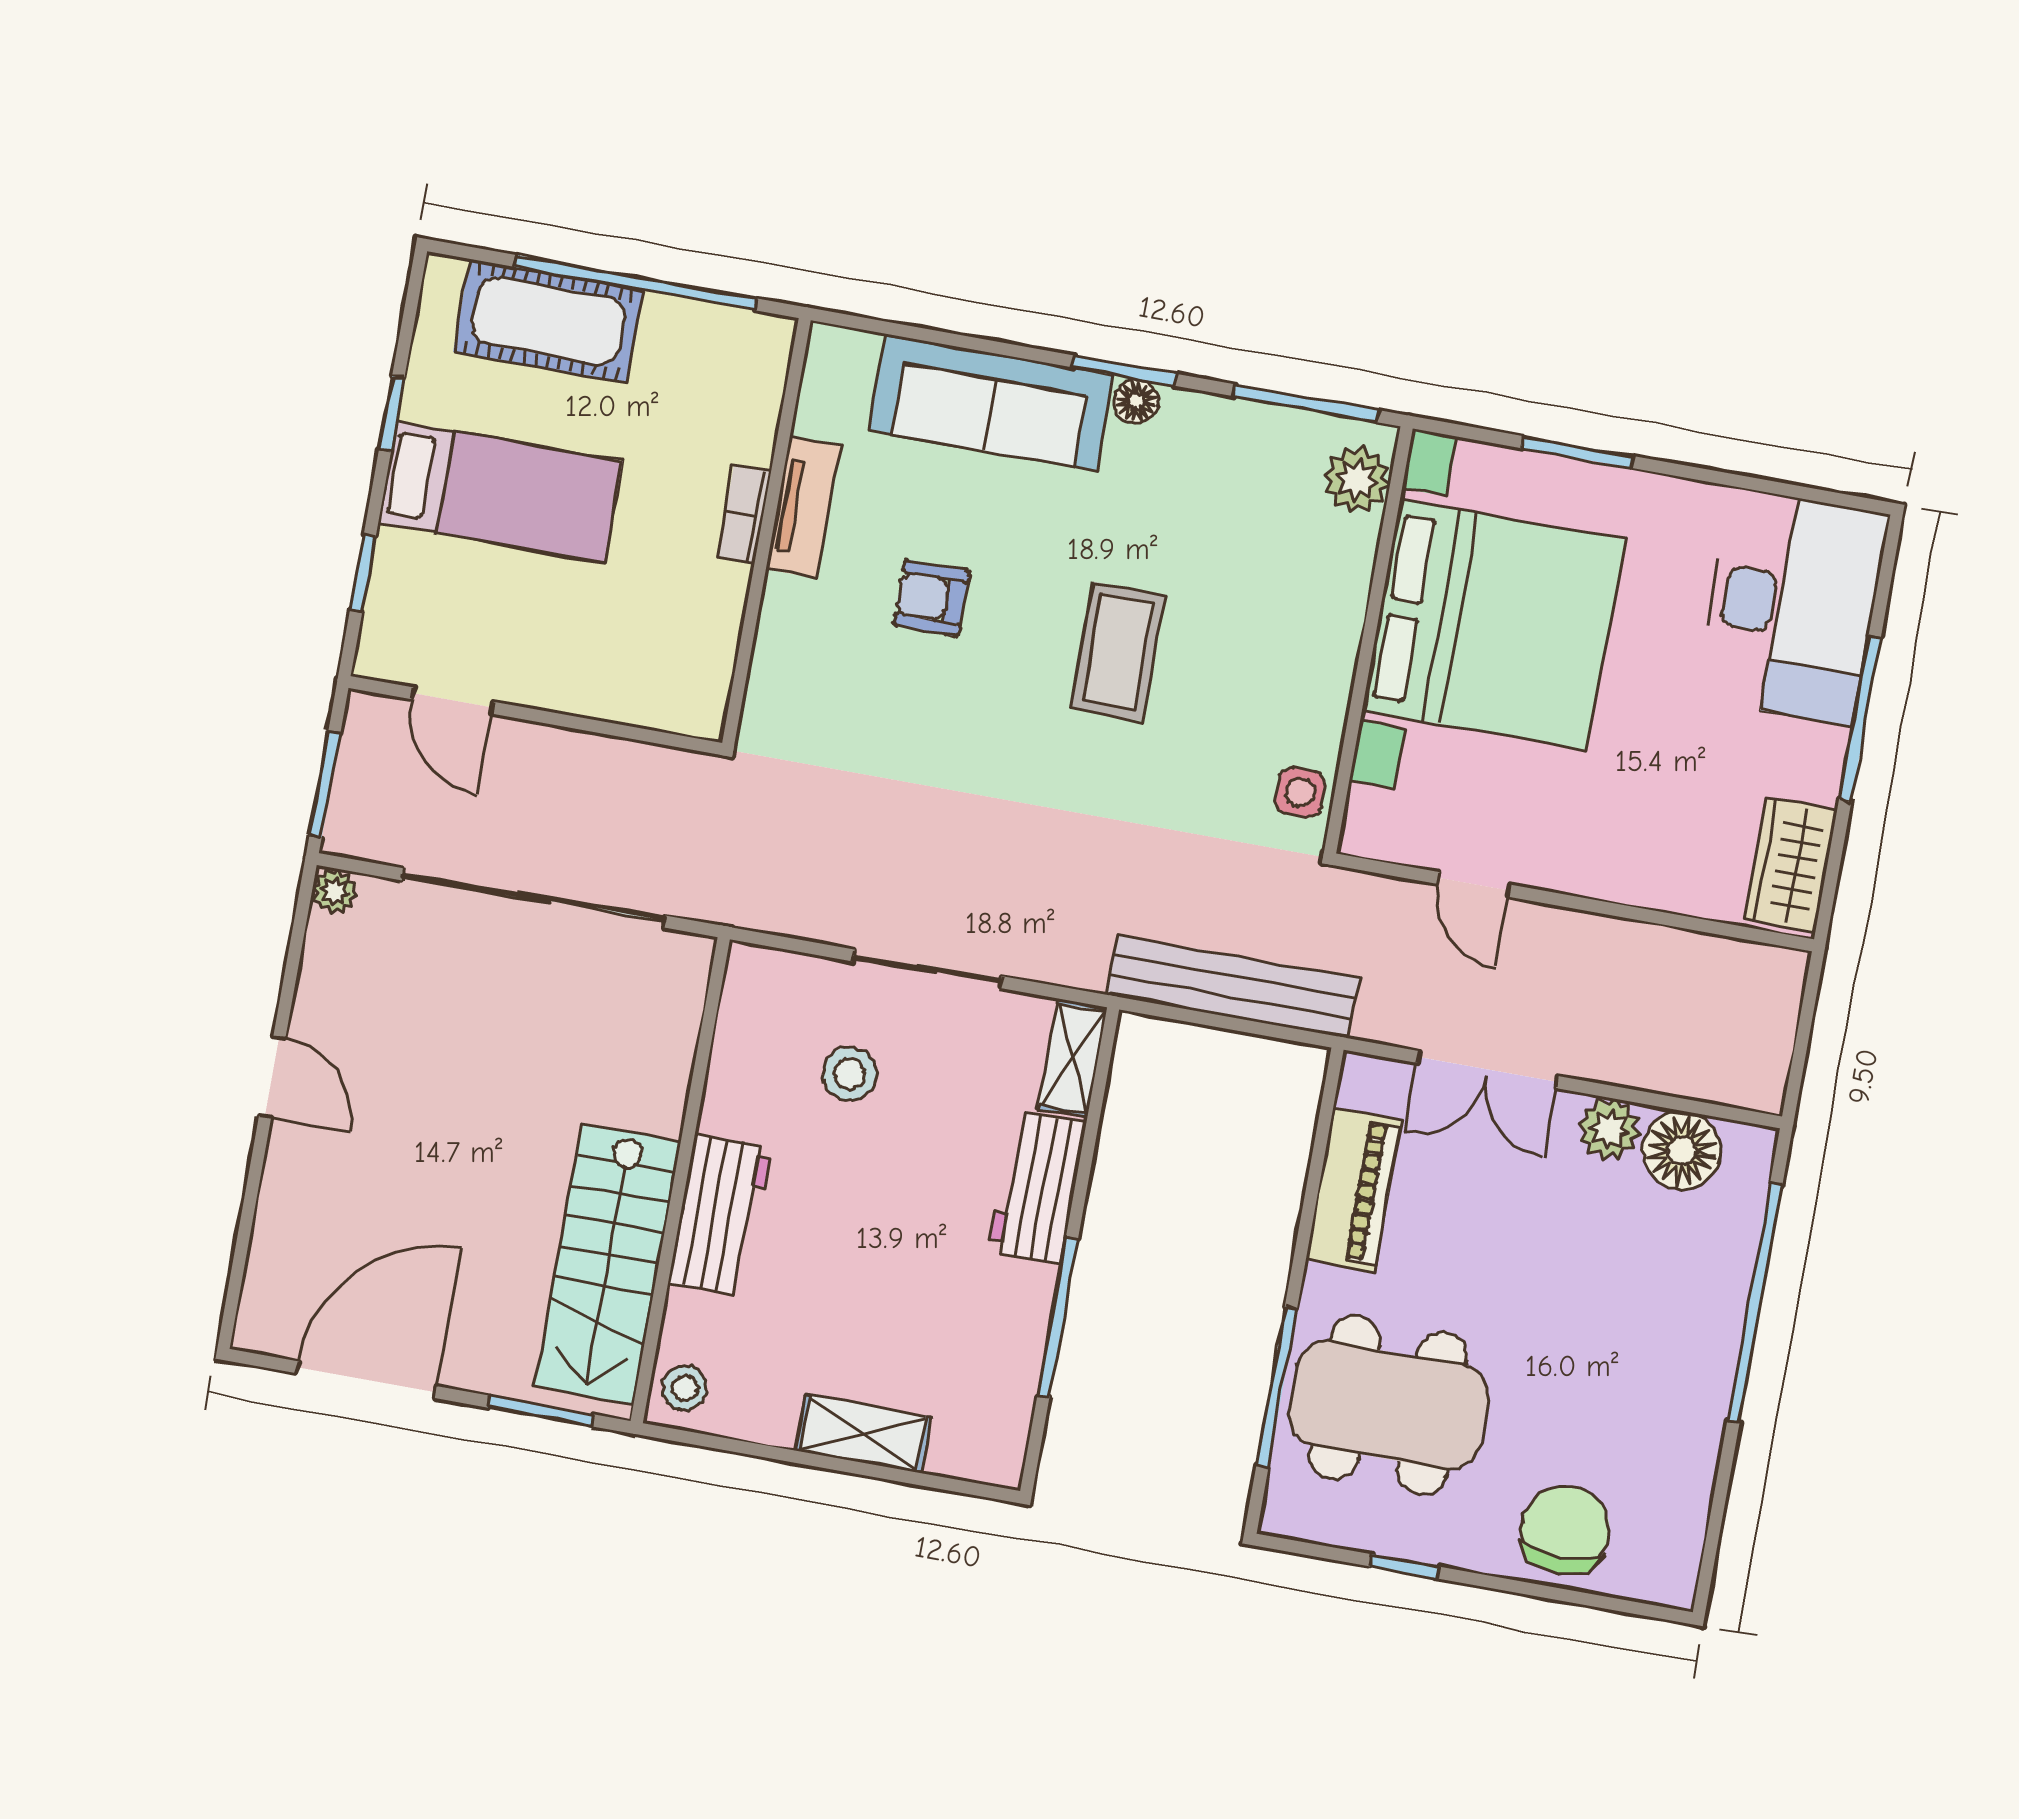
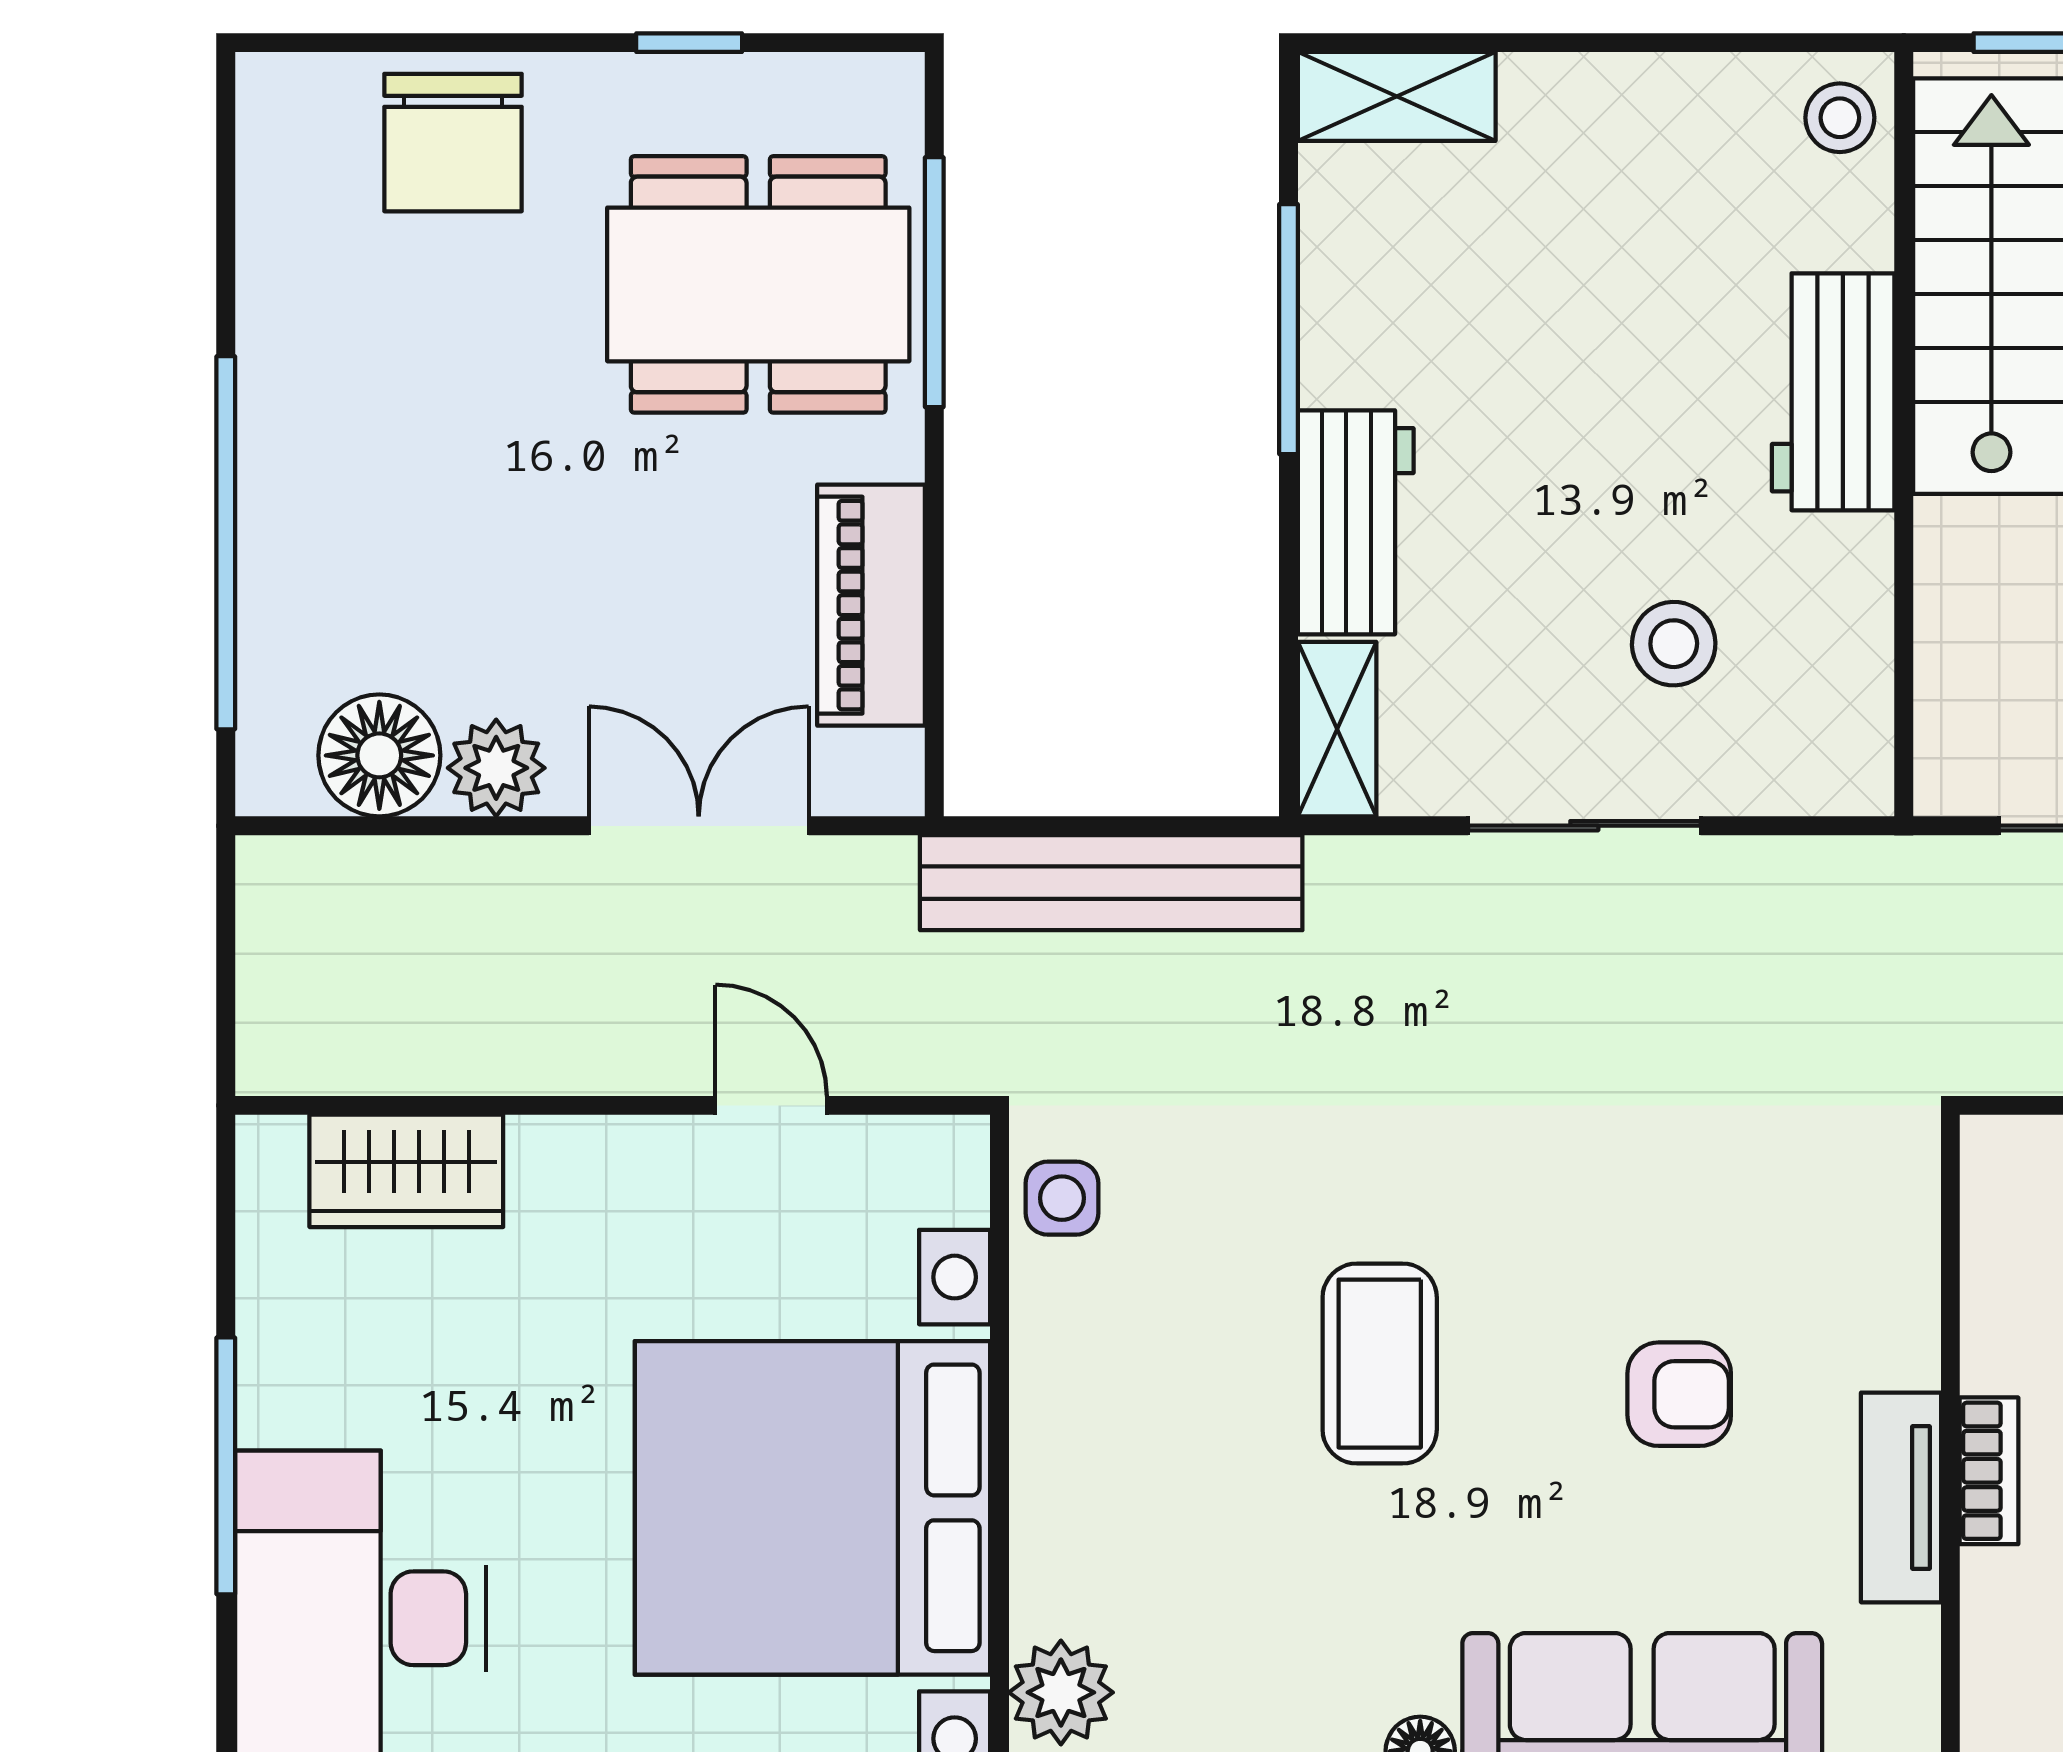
wardrobe: (1791, 865) -> (406, 1171), moved, turned 90
shelving: (863, 1434) -> (1397, 96), moved

